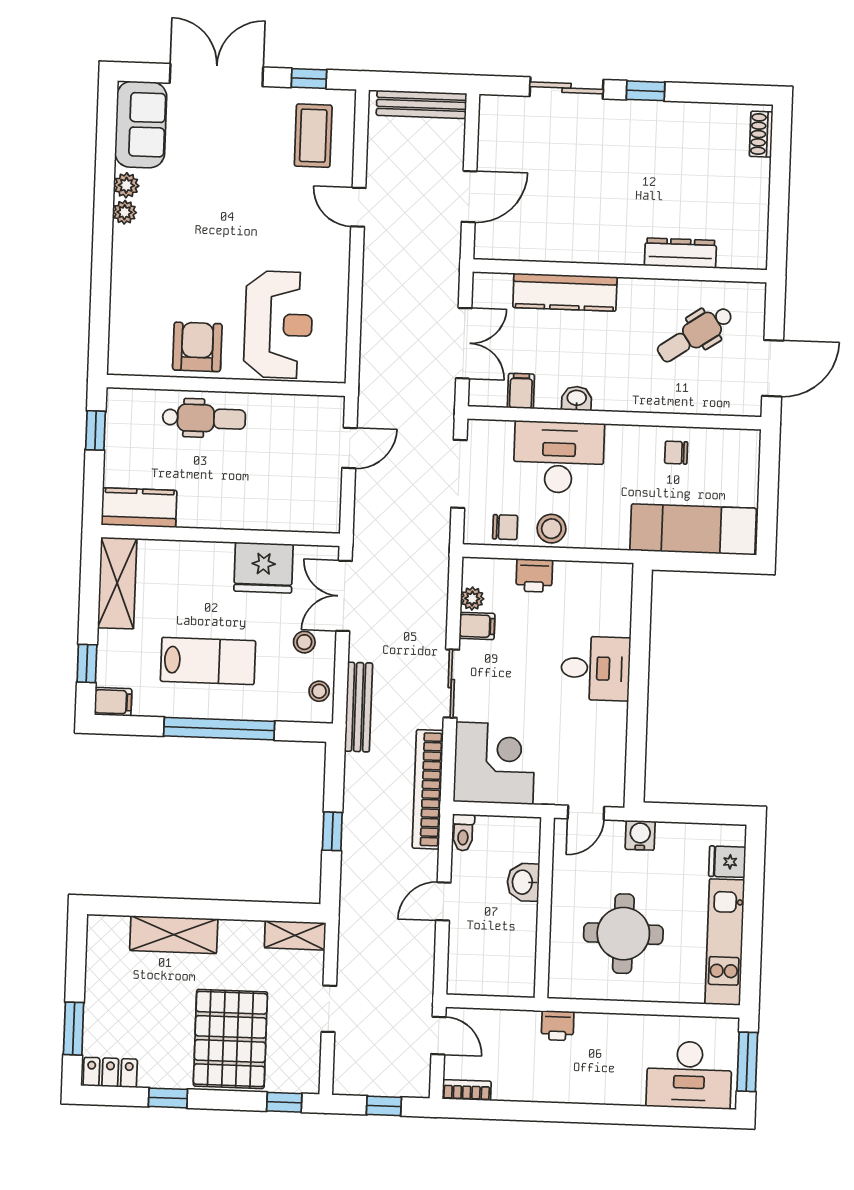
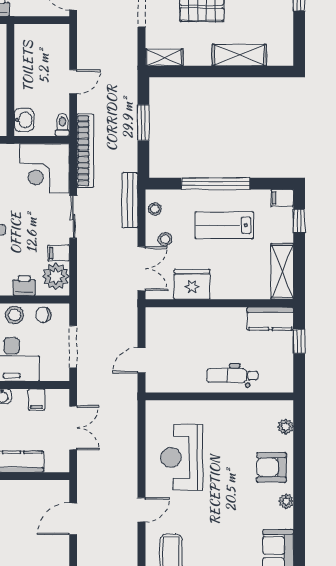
plant: (126, 185) -> (286, 427), moved
door: (358, 207) -> (141, 510), hinge flipped
reception desk: (278, 325) -> (182, 457), moved
double door: (464, 343) -> (73, 428), swing flipped
armchair: (197, 347) -> (271, 467), moved, turned 90
window: (95, 430) -> (299, 341), moved
plant: (472, 599) -> (56, 276), width x1.88, depth x1.88
window: (332, 831) -> (143, 123), width x1.50
washbasin: (523, 882) -> (24, 120), moved

